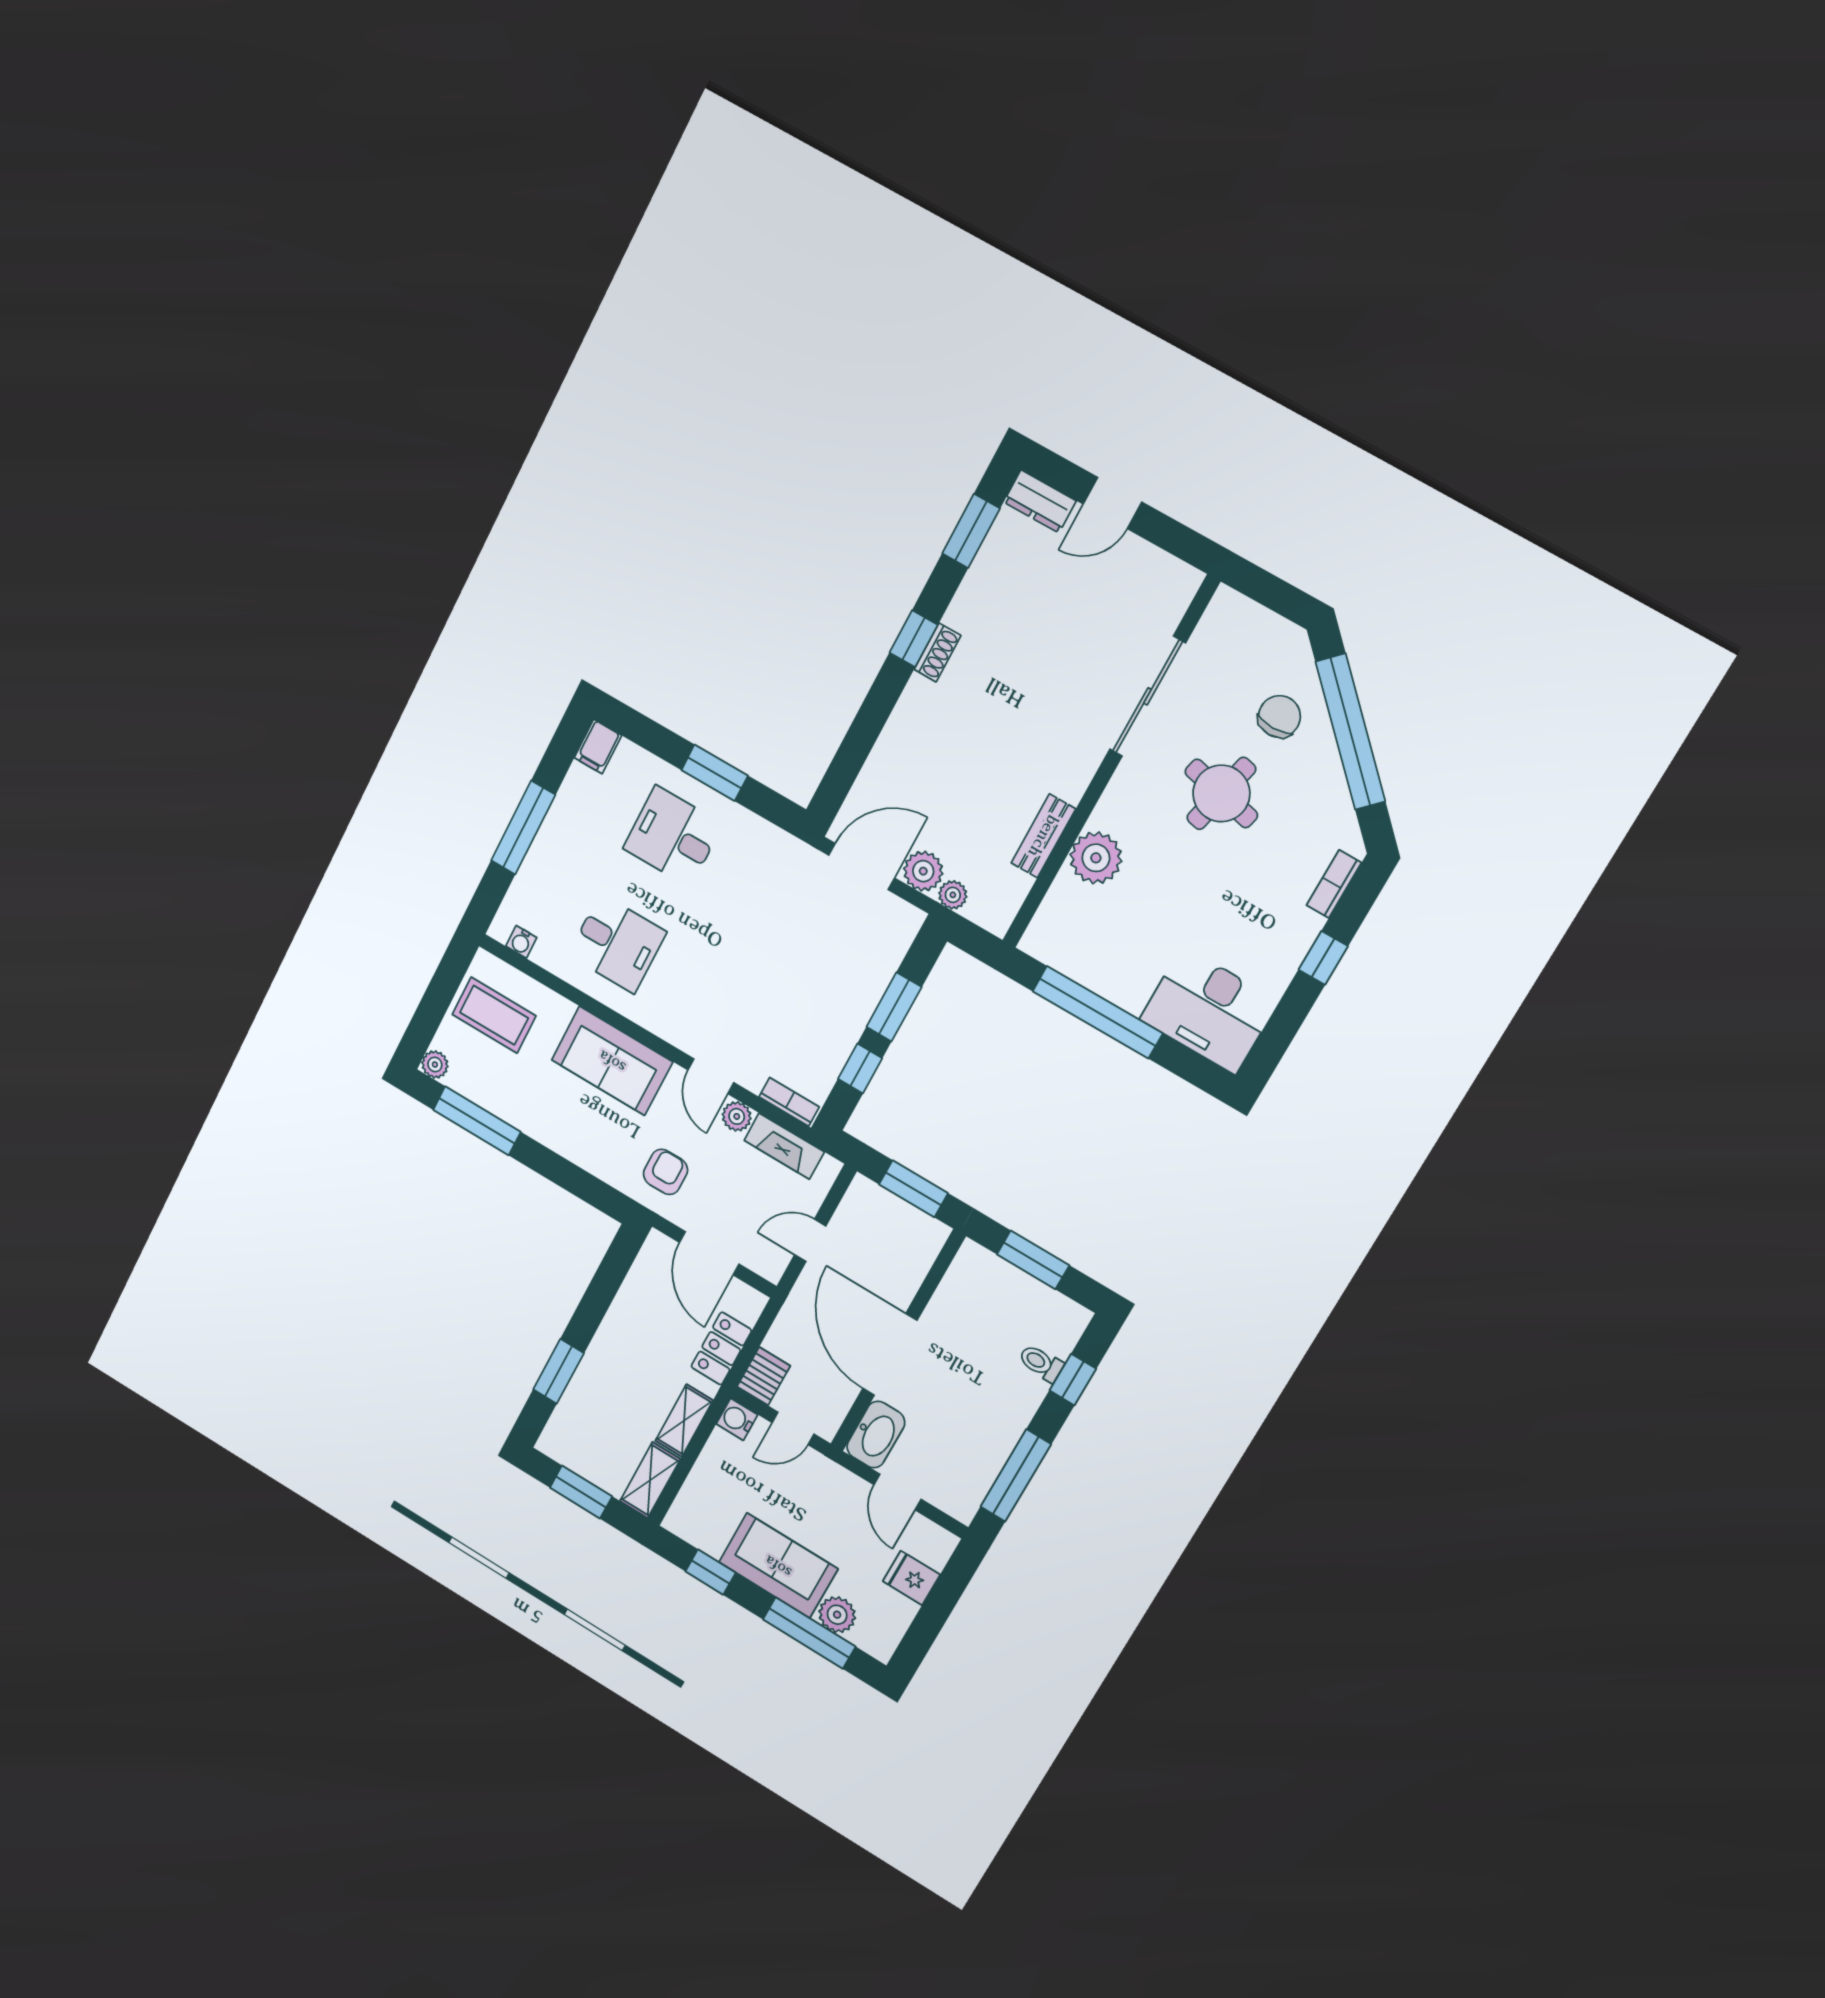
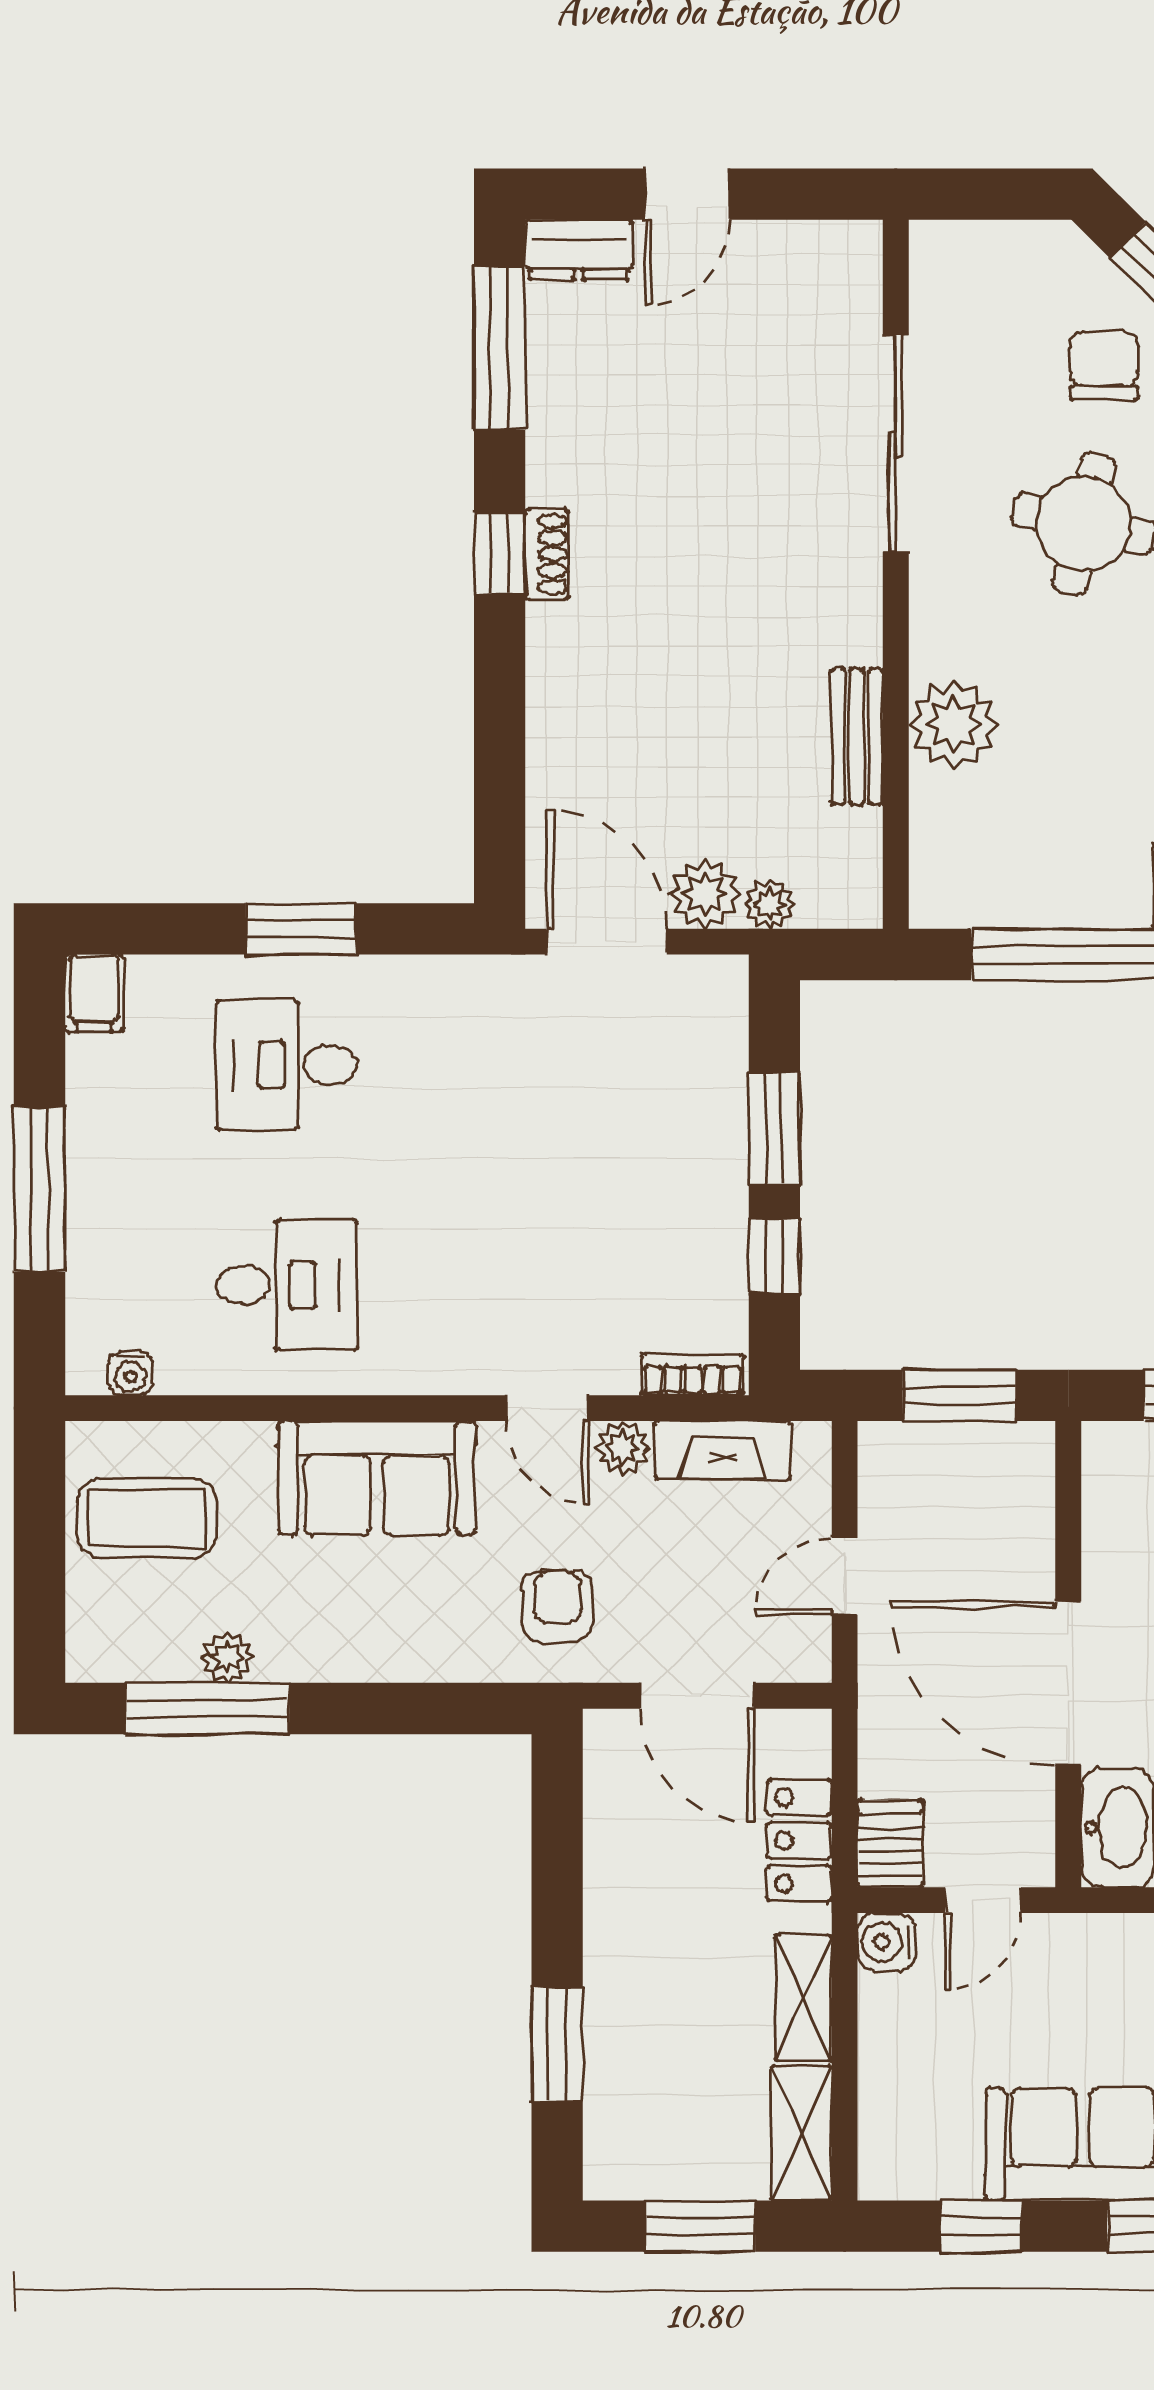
window: (971, 531) -> (500, 348), width x1.44
door: (862, 867) -> (607, 942), hinge flipped
plant: (435, 1064) -> (227, 1657), moved

